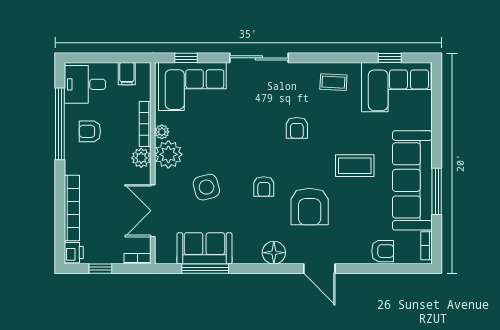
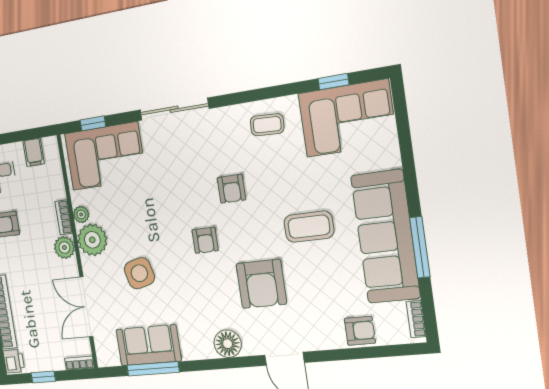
bookcase: (145, 124) -> (64, 217), width x0.64
armchair: (264, 187) -> (205, 240), moved

